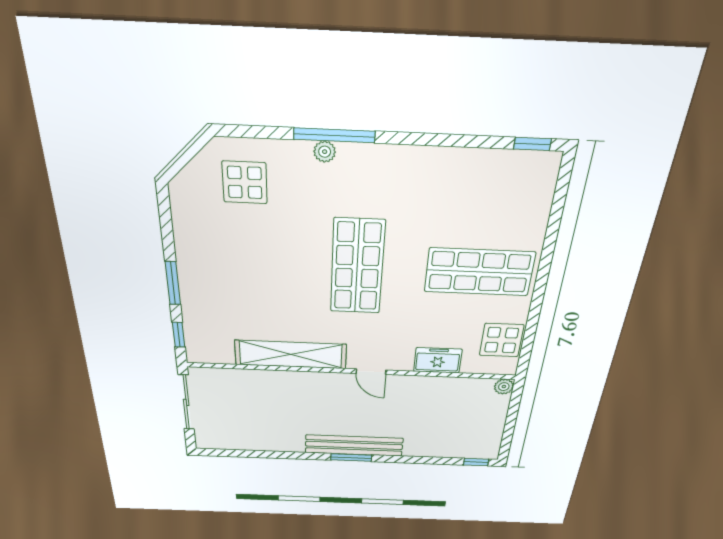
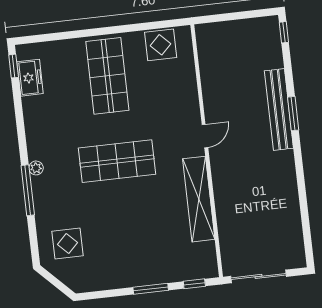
plant: (325, 152) -> (36, 168), moved
freezer: (438, 360) -> (30, 78), moved, turned 180
plant: (504, 387) -> (202, 31), removed
bench: (354, 445) -> (279, 110), moved
window: (351, 458) -> (293, 114), moved

